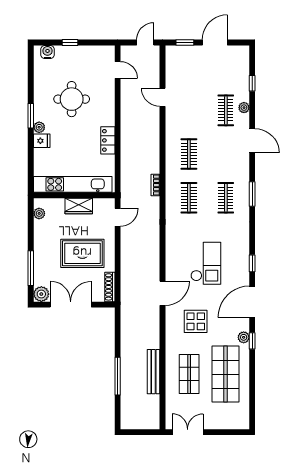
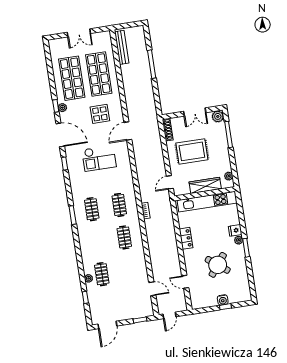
door: (215, 43) -> (107, 325), moved
water cooler: (48, 52) -> (223, 300), moved
door: (118, 70) -> (185, 282), moved
door: (162, 97) -> (152, 289), moved
round table: (72, 99) -> (218, 265), turned 38
door: (252, 141) -> (79, 255), removed
wardrobe: (79, 206) -> (205, 185), width x1.50
checkout: (206, 263) -> (99, 158), turned -90
door: (252, 302) -> (60, 135), hinge flipped
double door: (71, 305) -> (195, 112), width x0.73
bench: (153, 372) -> (122, 47), moved
shop shelf: (189, 374) -> (99, 74), width x1.43, depth x1.36
double door: (188, 432) -> (79, 33), moved

